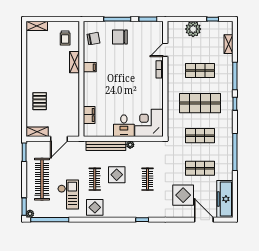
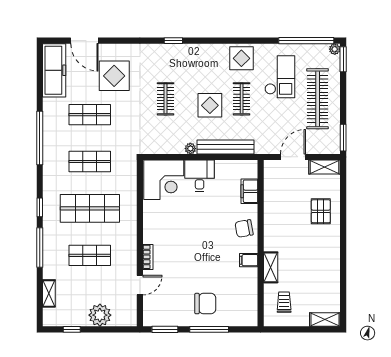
chair: (93, 39) -> (244, 228), moved
checkout: (68, 195) -> (280, 77), turned 180

